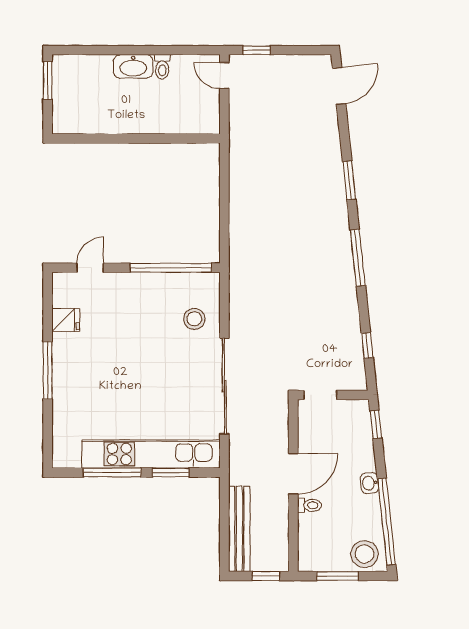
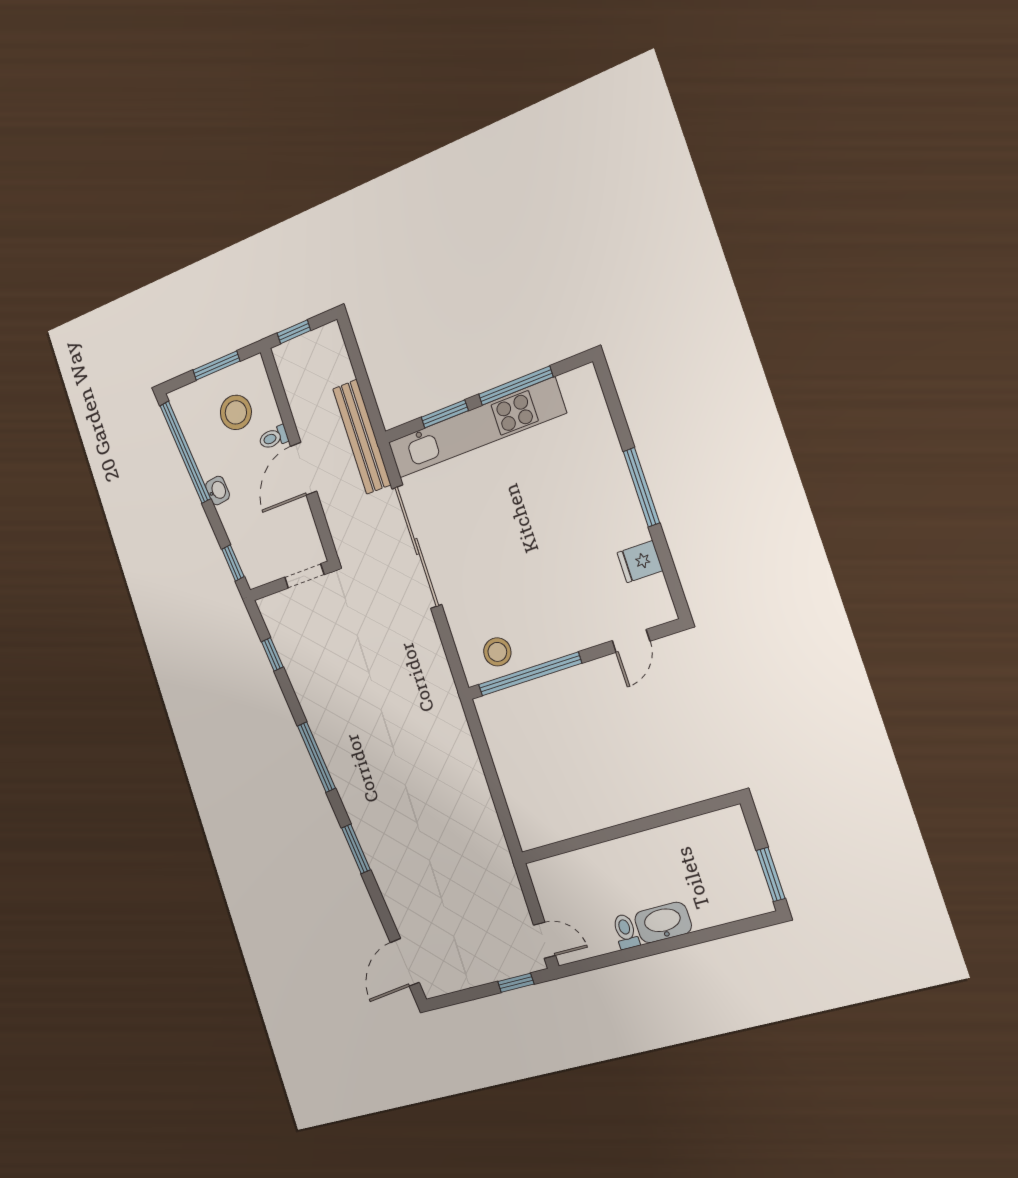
stool: (194, 319) -> (497, 652), moved
bench: (239, 529) -> (362, 437), moved
stool: (364, 554) -> (236, 412), moved

